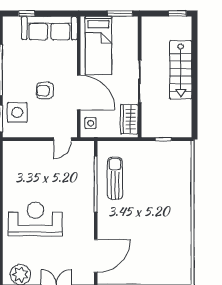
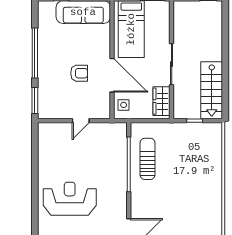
stairs: (181, 70) -> (212, 90), moved
armchair: (45, 91) -> (79, 73), turned 180
side table: (17, 112) -> (52, 95), removed
door: (63, 139) -> (81, 121), moved

